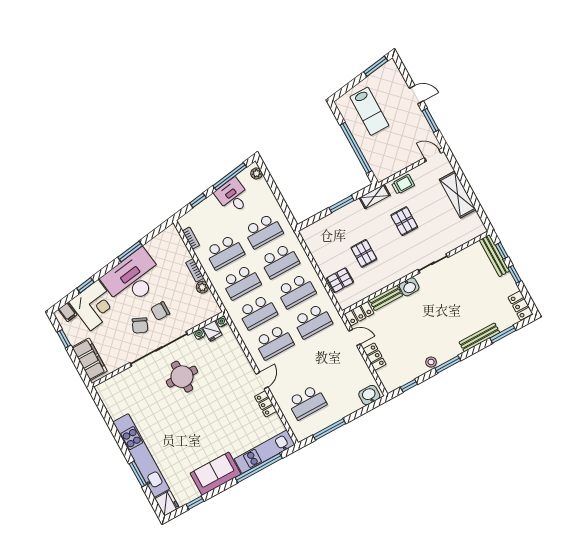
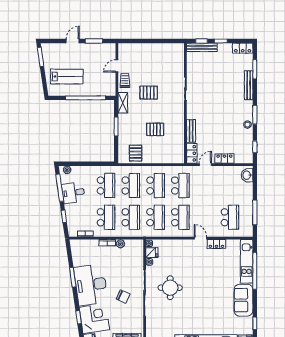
door: (433, 155) -> (117, 66), moved
shelving: (458, 195) -> (150, 49), removed
pallet: (340, 280) -> (136, 153), moved
washbasin: (409, 287) -> (192, 112), removed
chair: (160, 311) -> (121, 279), removed

